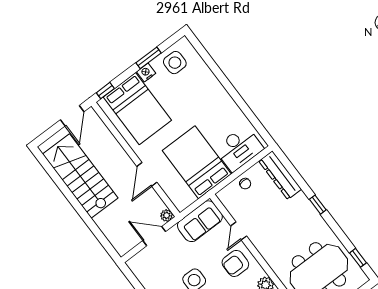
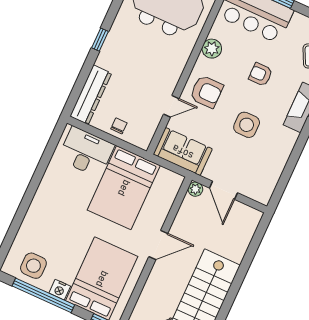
window: (148, 58) -> (43, 295), width x2.11
door: (147, 174) -> (158, 245), moved

